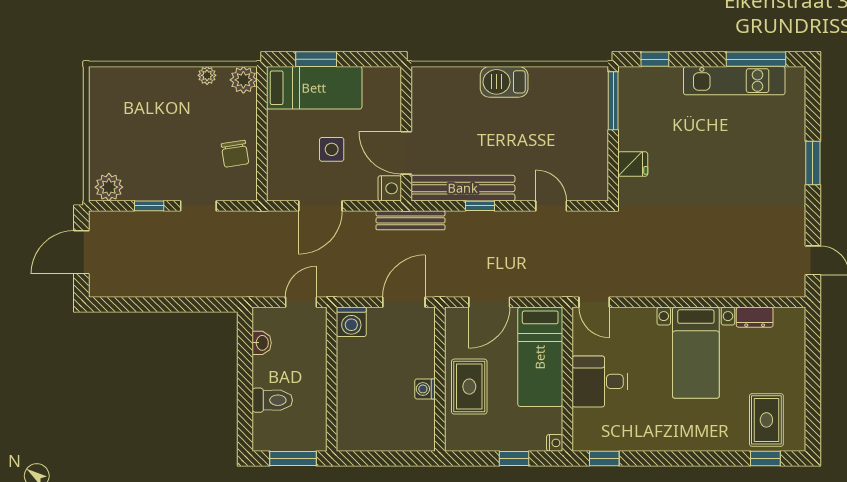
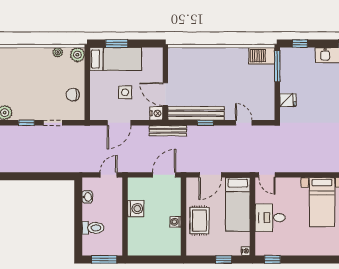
barbecue: (504, 82) -> (262, 56), moved
chair: (235, 154) -> (73, 95), turned 99
washing machine: (351, 322) -> (136, 209), moved, turned -90

